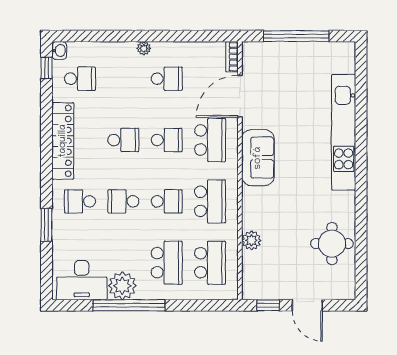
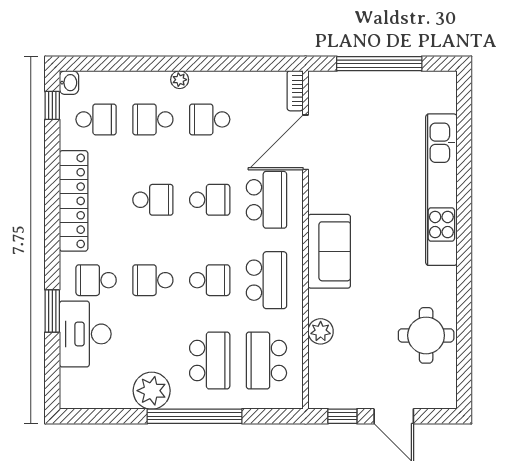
school desk: (123, 79) -> (153, 119), added
school desk: (167, 79) -> (210, 119), turned 180
sofa: (258, 158) -> (329, 251), moved
school desk: (210, 263) -> (266, 361), turned 180
desk: (82, 280) -> (85, 334), moved, turned 90
window: (129, 305) -> (195, 416), moved

